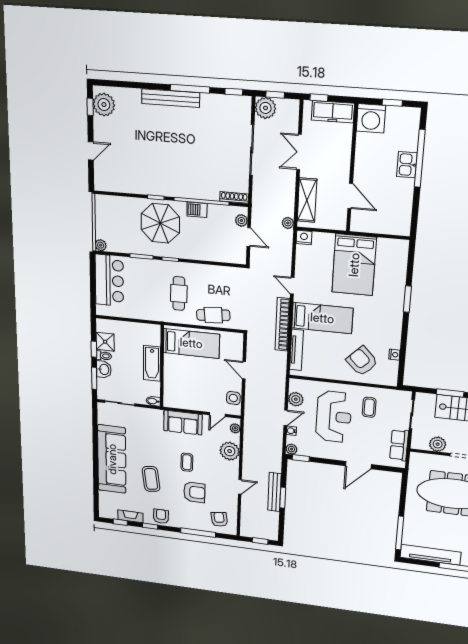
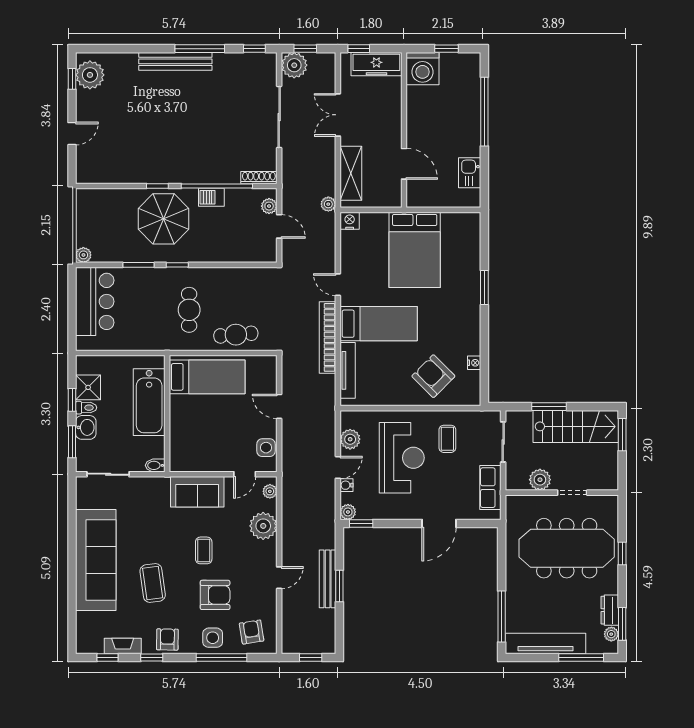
kitchen sink: (407, 165) -> (470, 173), moved
bathtub: (152, 363) -> (149, 402), width x1.36, depth x1.36
side table: (192, 519) -> (213, 638), added

